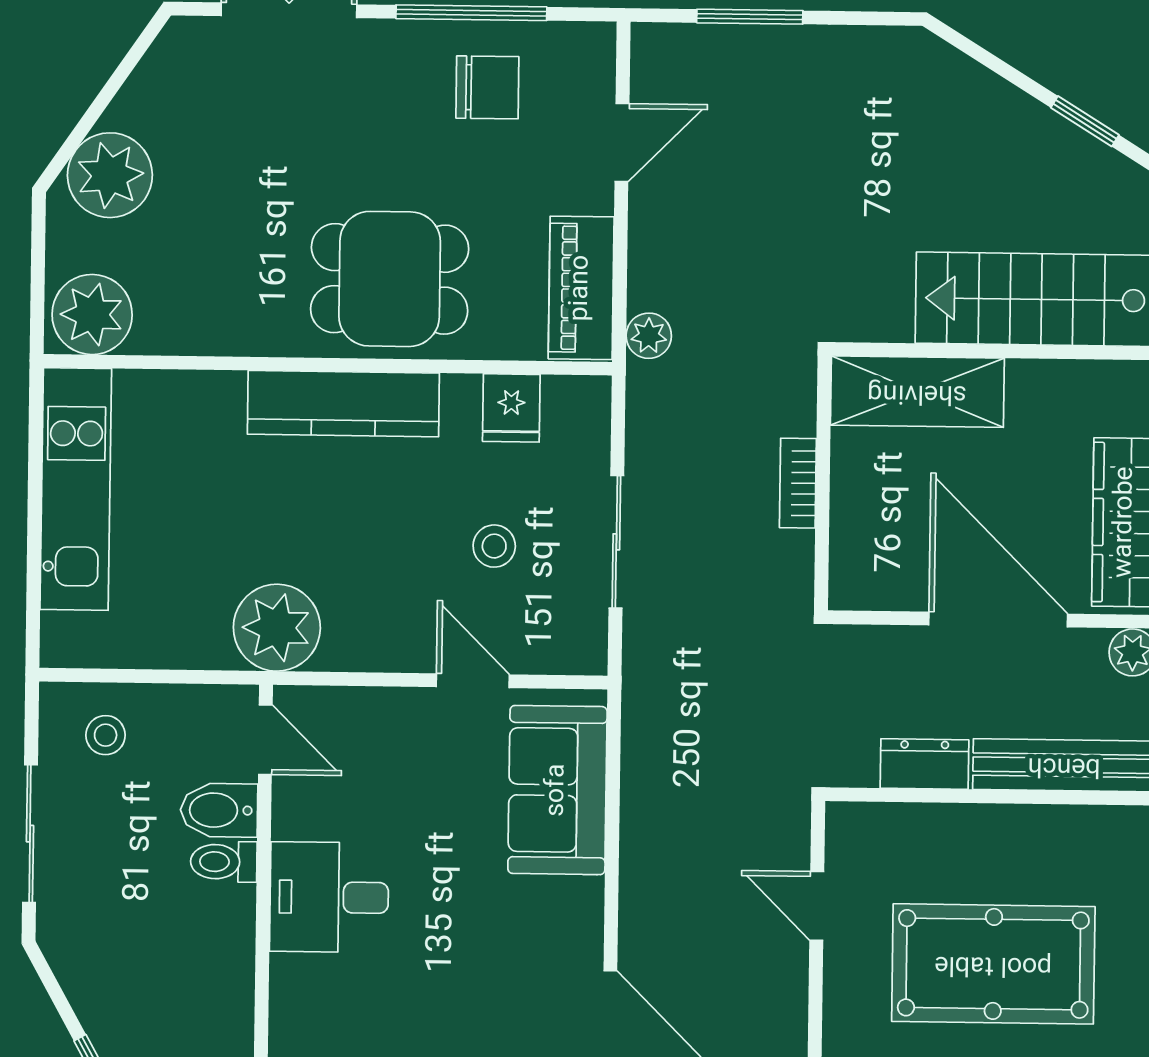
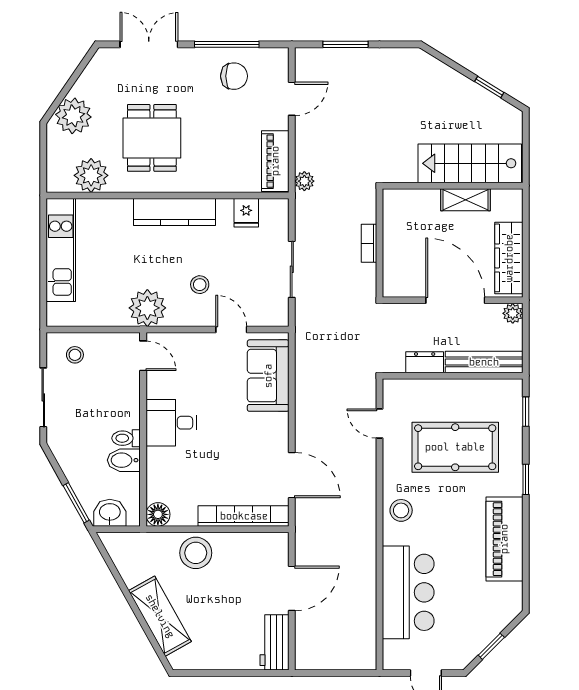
dining table: (390, 279) -> (152, 138), moved, turned 90
plant: (92, 314) -> (91, 175), moved
shelving: (917, 392) -> (466, 200), moved, width x0.67, depth x0.75
stool: (494, 546) -> (200, 285), moved
bidet: (219, 810) -> (124, 460), moved
toilet: (224, 862) -> (126, 438), moved

